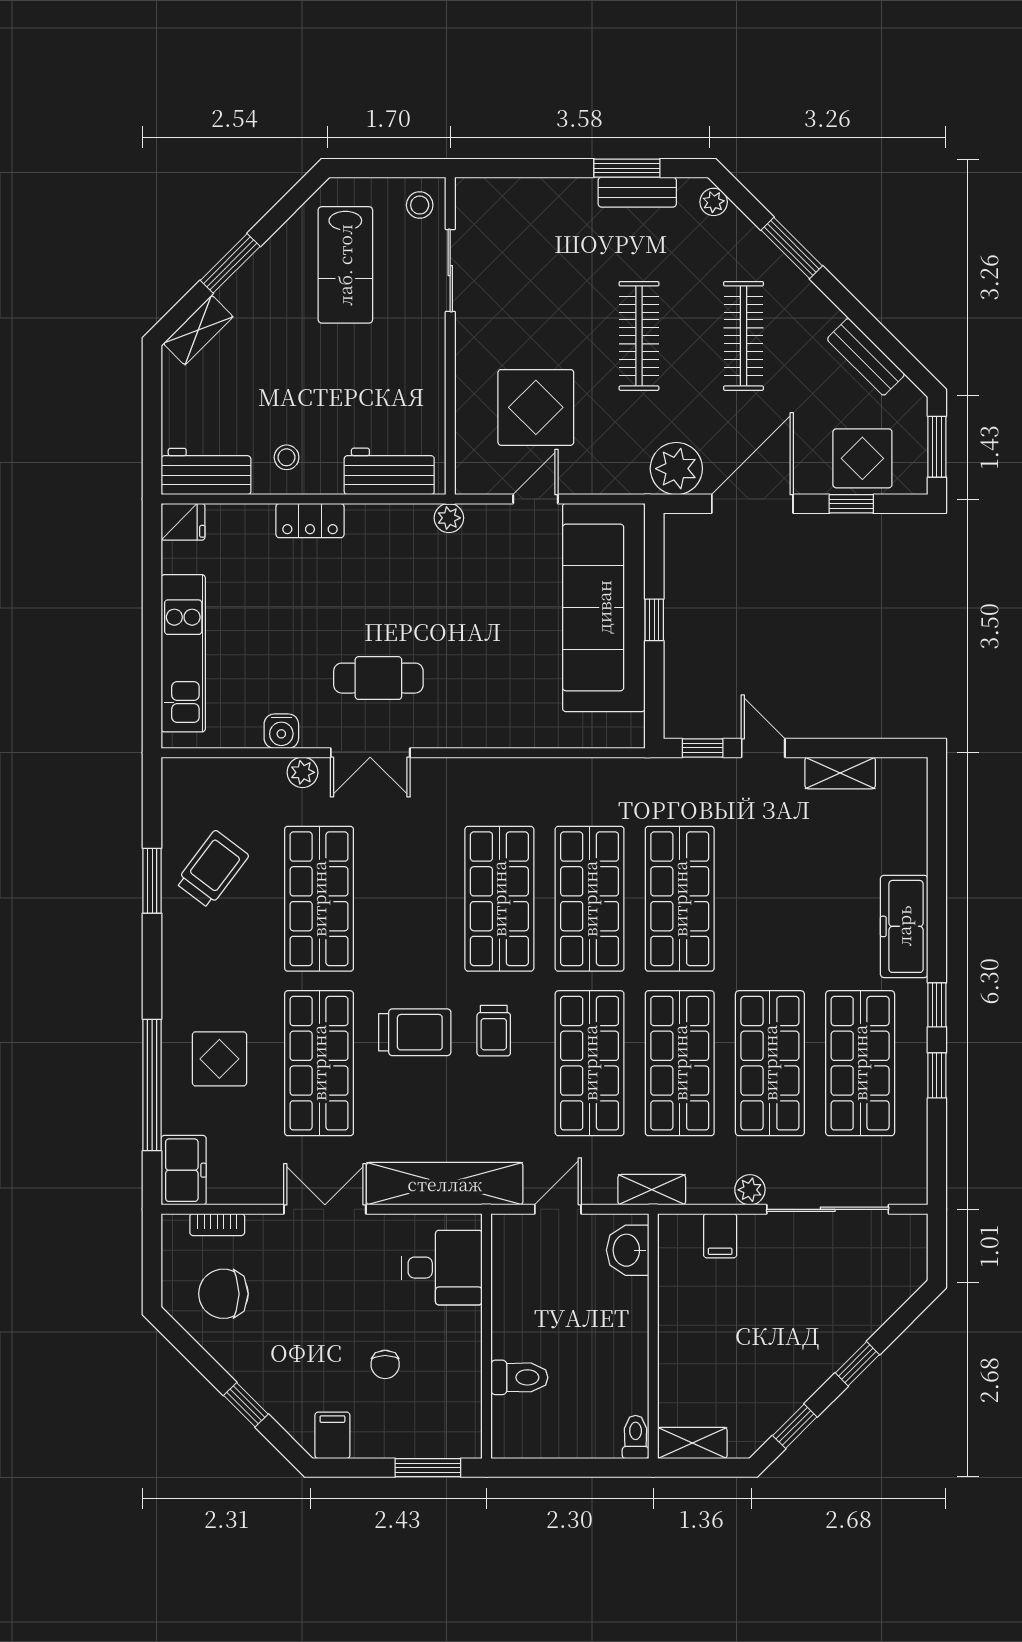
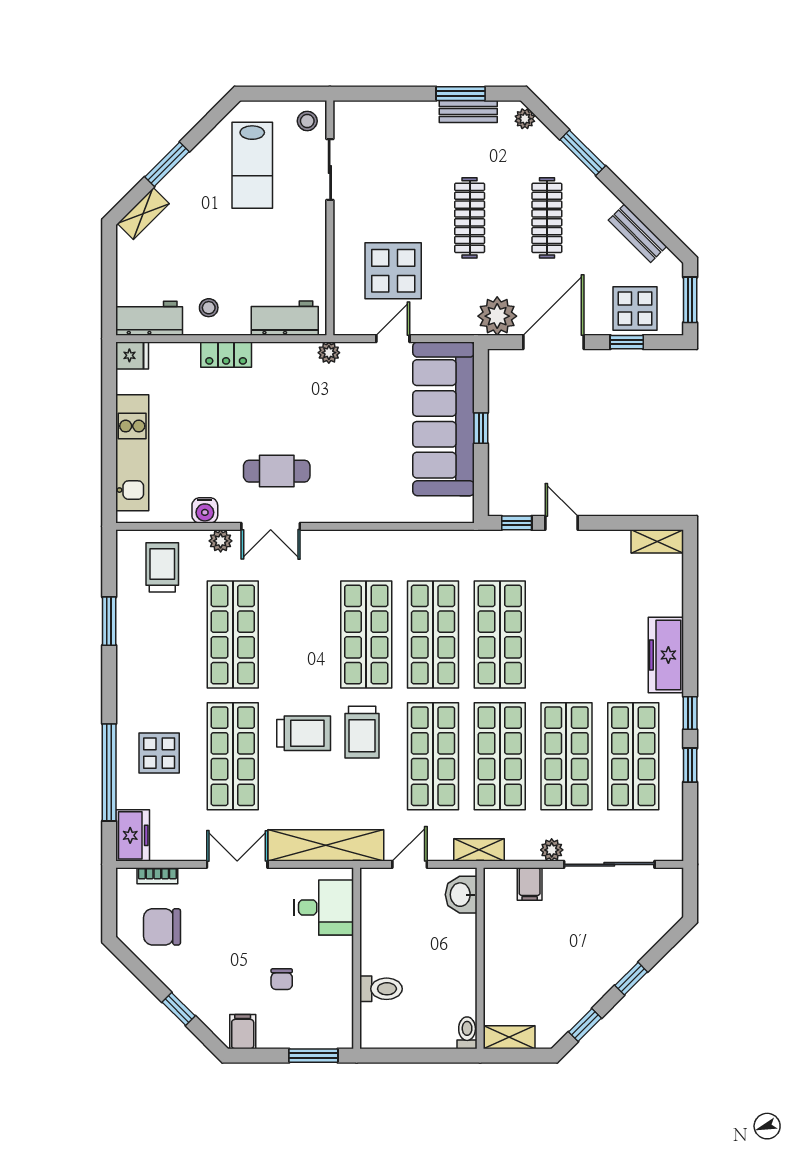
shelving: (840, 773) -> (657, 541), moved
trolley: (212, 869) -> (162, 567), moved, turned -37
trolley: (494, 1031) -> (362, 732), width x1.36, depth x1.39

